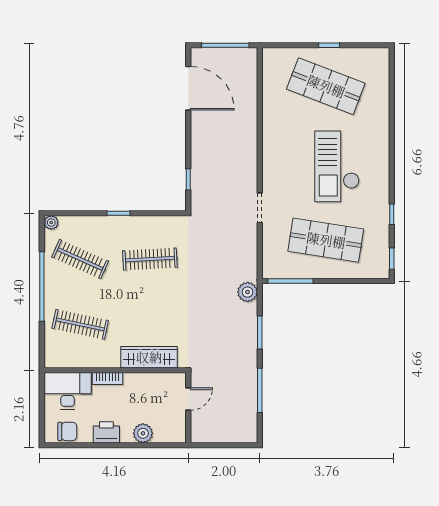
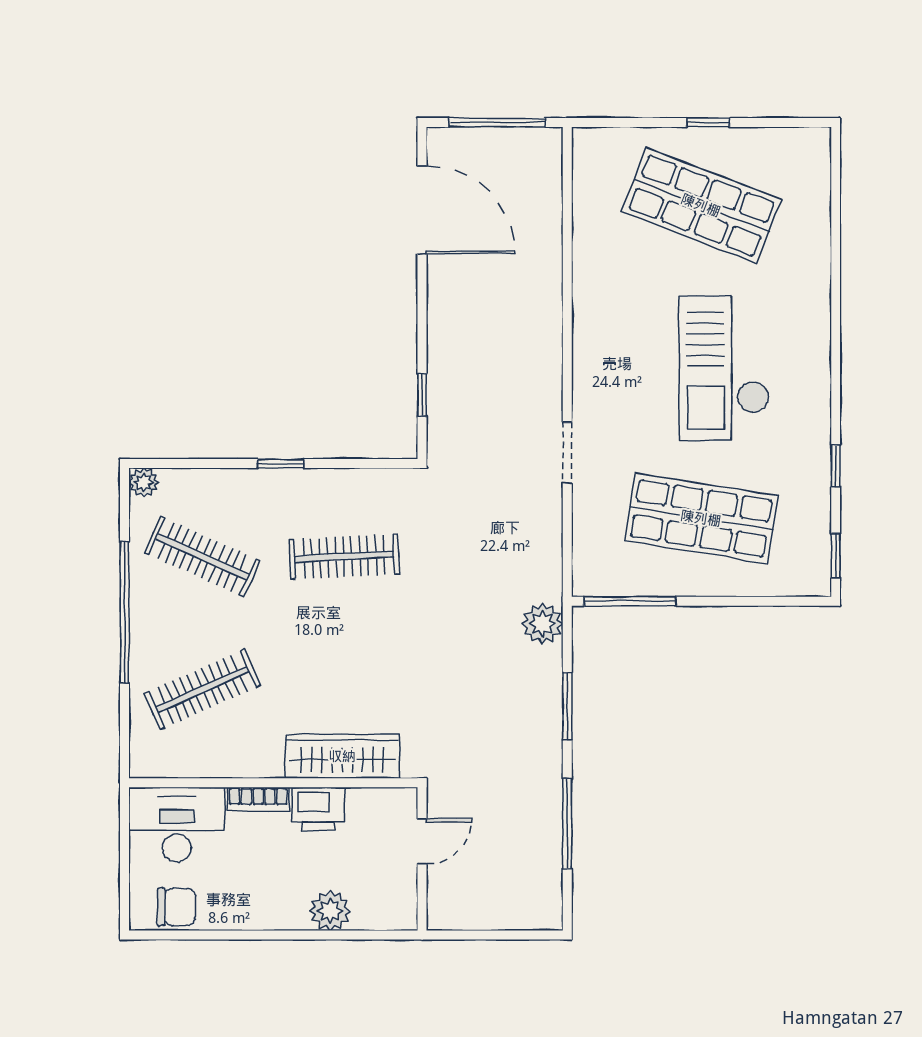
clothes rail: (80, 324) -> (202, 689), turned -36
printer: (106, 432) -> (318, 809), moved, turned 180

